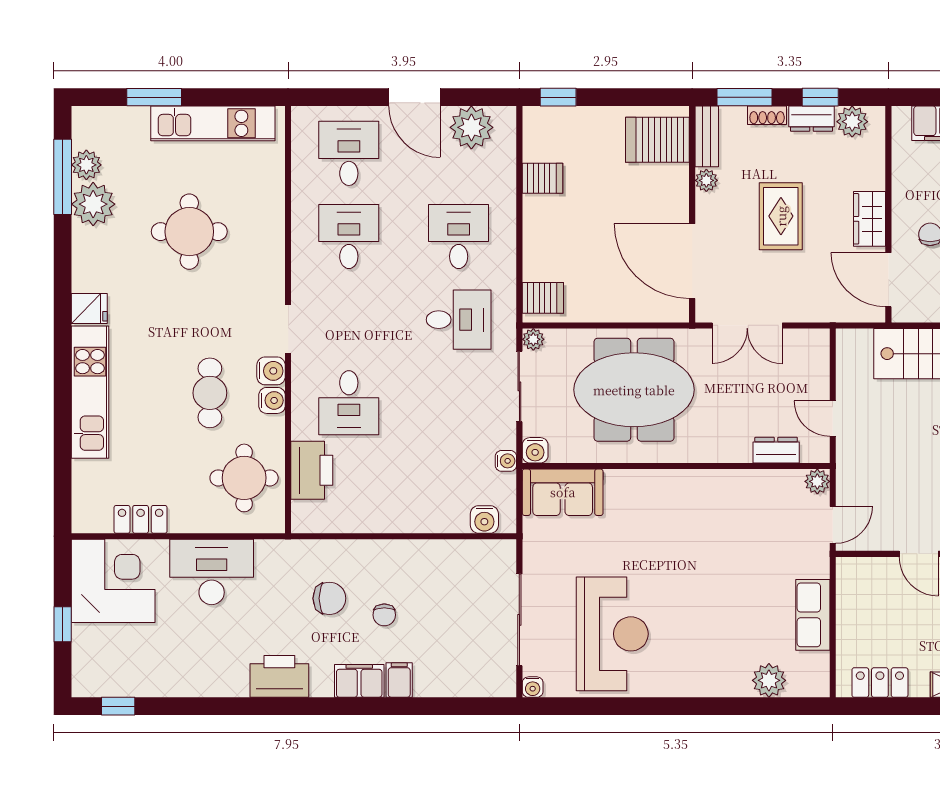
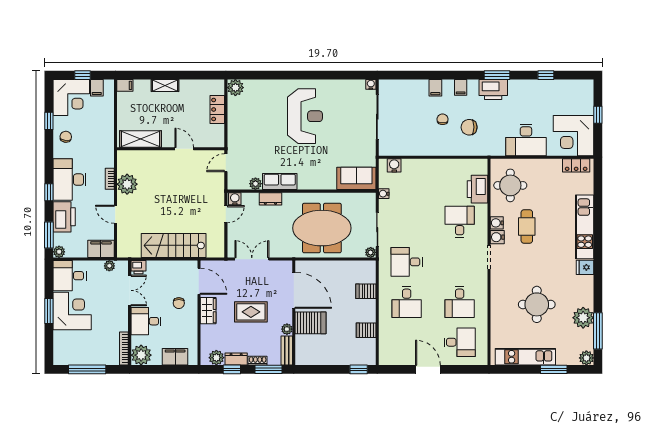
plant: (471, 127) -> (400, 355), removed
server rack: (657, 140) -> (311, 323), moved
desk: (349, 153) -> (460, 342), turned -90
plant: (86, 165) -> (586, 358), moved
rug: (781, 216) -> (251, 312), turned 90
server rack: (543, 298) -> (366, 291), moved
double door: (747, 325) -> (252, 259), moved
door: (833, 419) -> (226, 214), hinge flipped
water cooler: (535, 450) -> (235, 199), moved
dresser: (776, 450) -> (270, 199), moved
plant: (817, 481) -> (255, 184), moved
locker: (141, 519) -> (576, 165), moved
row of seats: (813, 615) -> (280, 182), moved, turned -90
reception desk: (612, 634) -> (305, 116), moved, turned 180
plant: (769, 680) -> (235, 88), moved
filing cabinet: (359, 681) -> (461, 87), width x0.50
locker: (880, 683) -> (217, 109), moved, turned 90
window: (118, 706) -> (546, 75), moved
window: (271, 706) -> (497, 75), added

